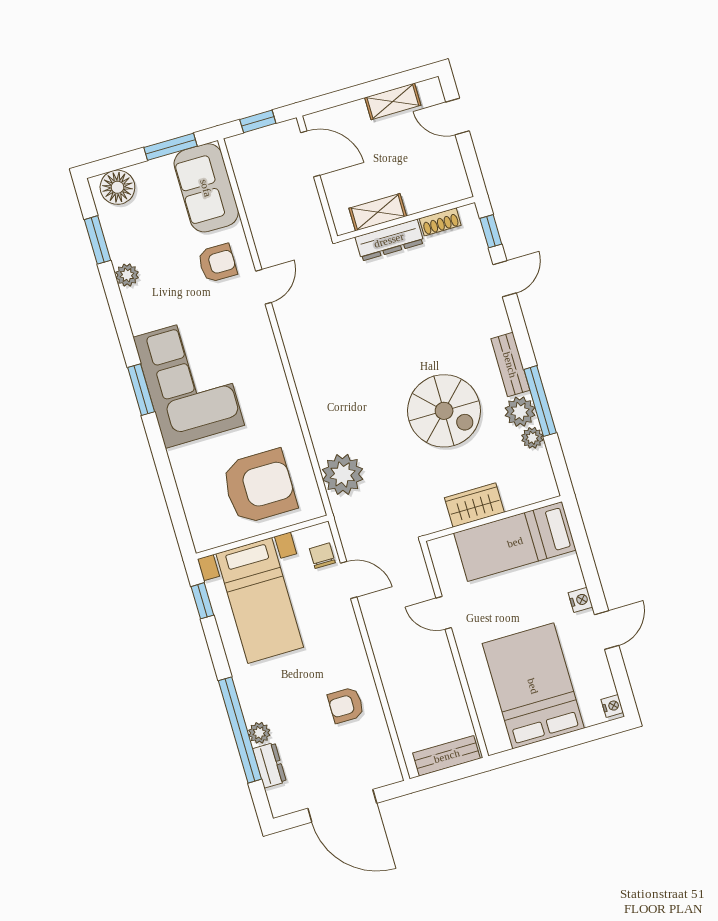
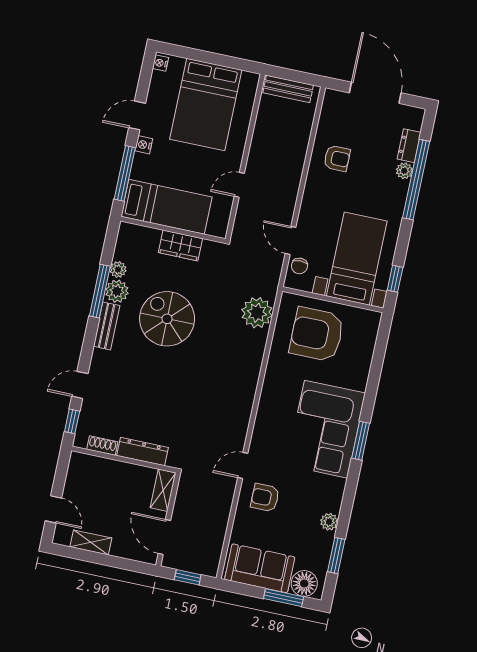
window: (170, 147) -> (284, 598), moved
sofa: (206, 188) -> (260, 568), moved, turned -90
shelving: (378, 212) -> (163, 490), moved, turned 90
window: (585, 554) -> (125, 173), added
door: (444, 613) -> (239, 185), swing flipped

